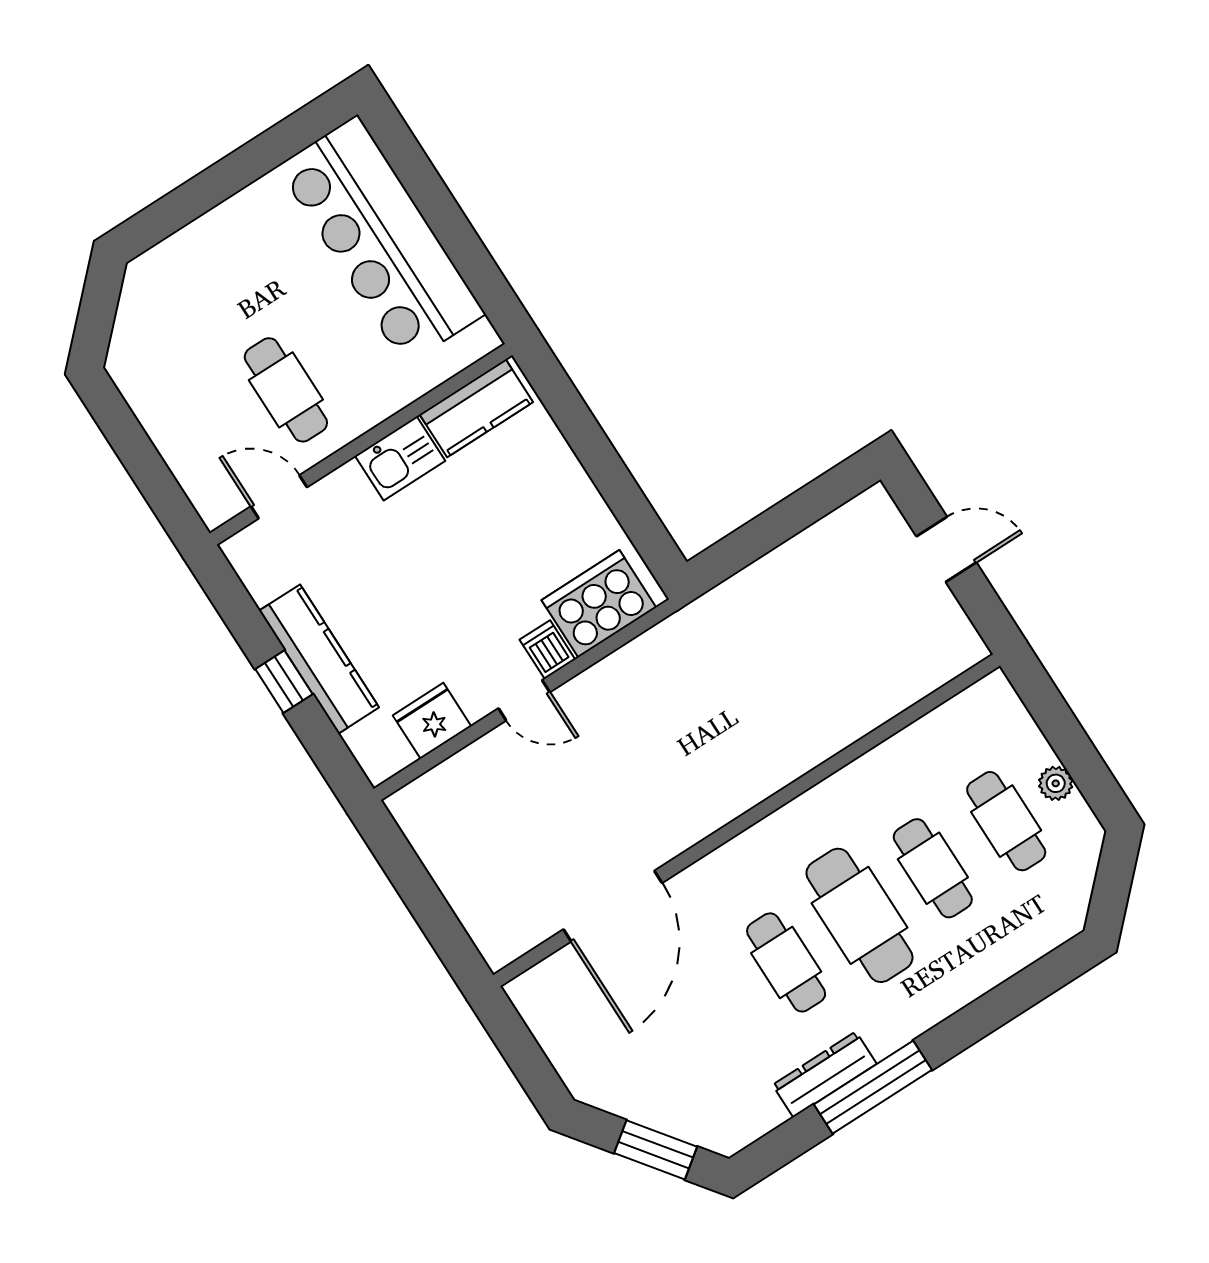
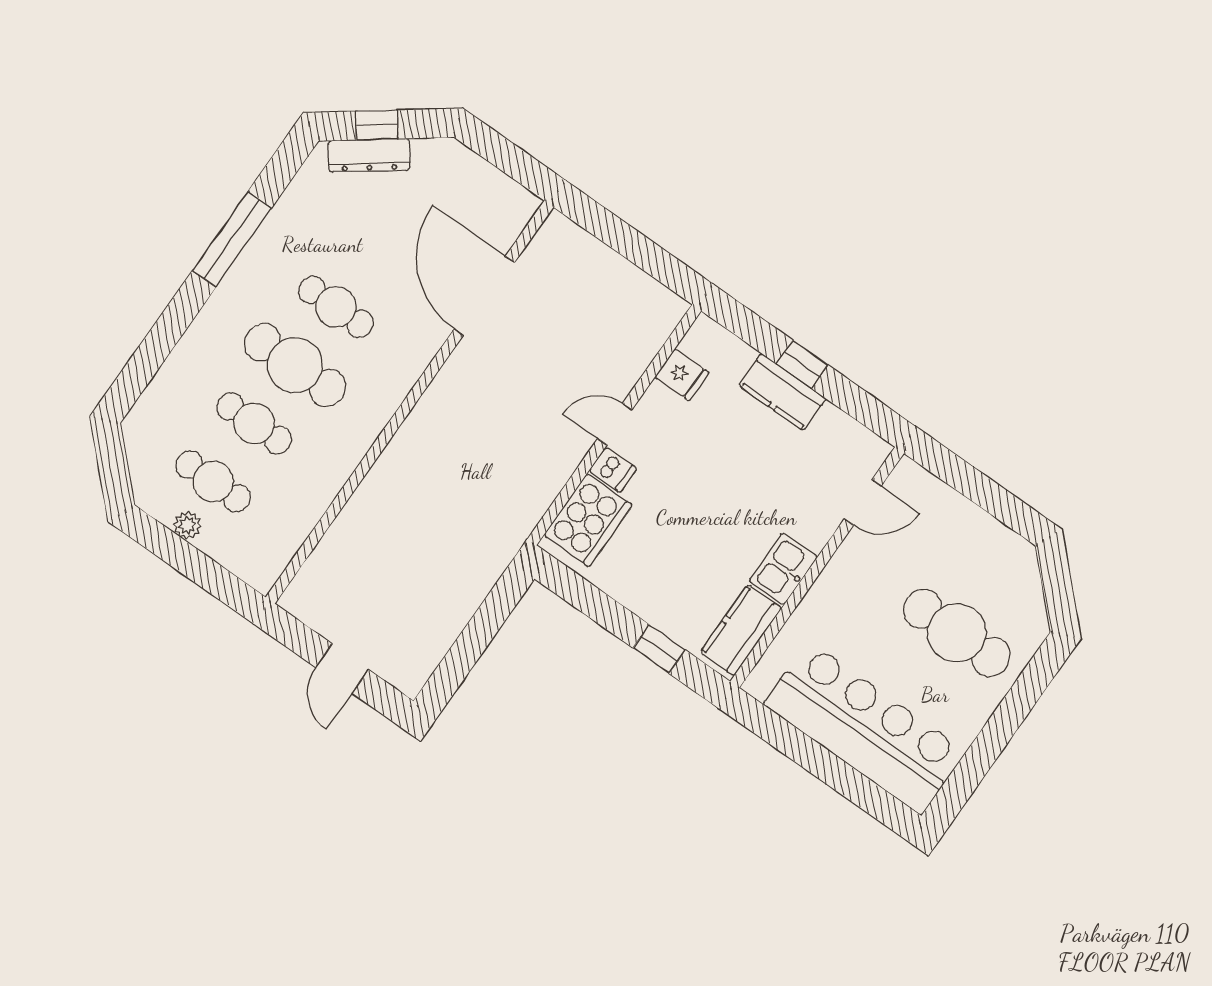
cafe table: (286, 390) -> (957, 633), moved, width x1.37, depth x1.35
window: (578, 425) -> (659, 649), added
door: (946, 549) -> (342, 668), hinge flipped
kitchen counter: (319, 659) -> (782, 392), width x0.67
fridge: (432, 721) -> (682, 375), width x0.72
dresser: (825, 1074) -> (369, 155), moved, turned 53
window: (656, 1150) -> (377, 125), width x0.67

